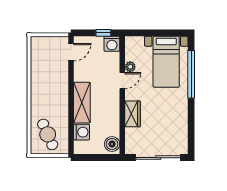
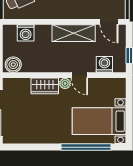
washing machine: (112, 44) -> (104, 64), moved, turned 90
plant: (130, 67) -> (65, 83), moved
shelving: (82, 103) -> (74, 33), moved

